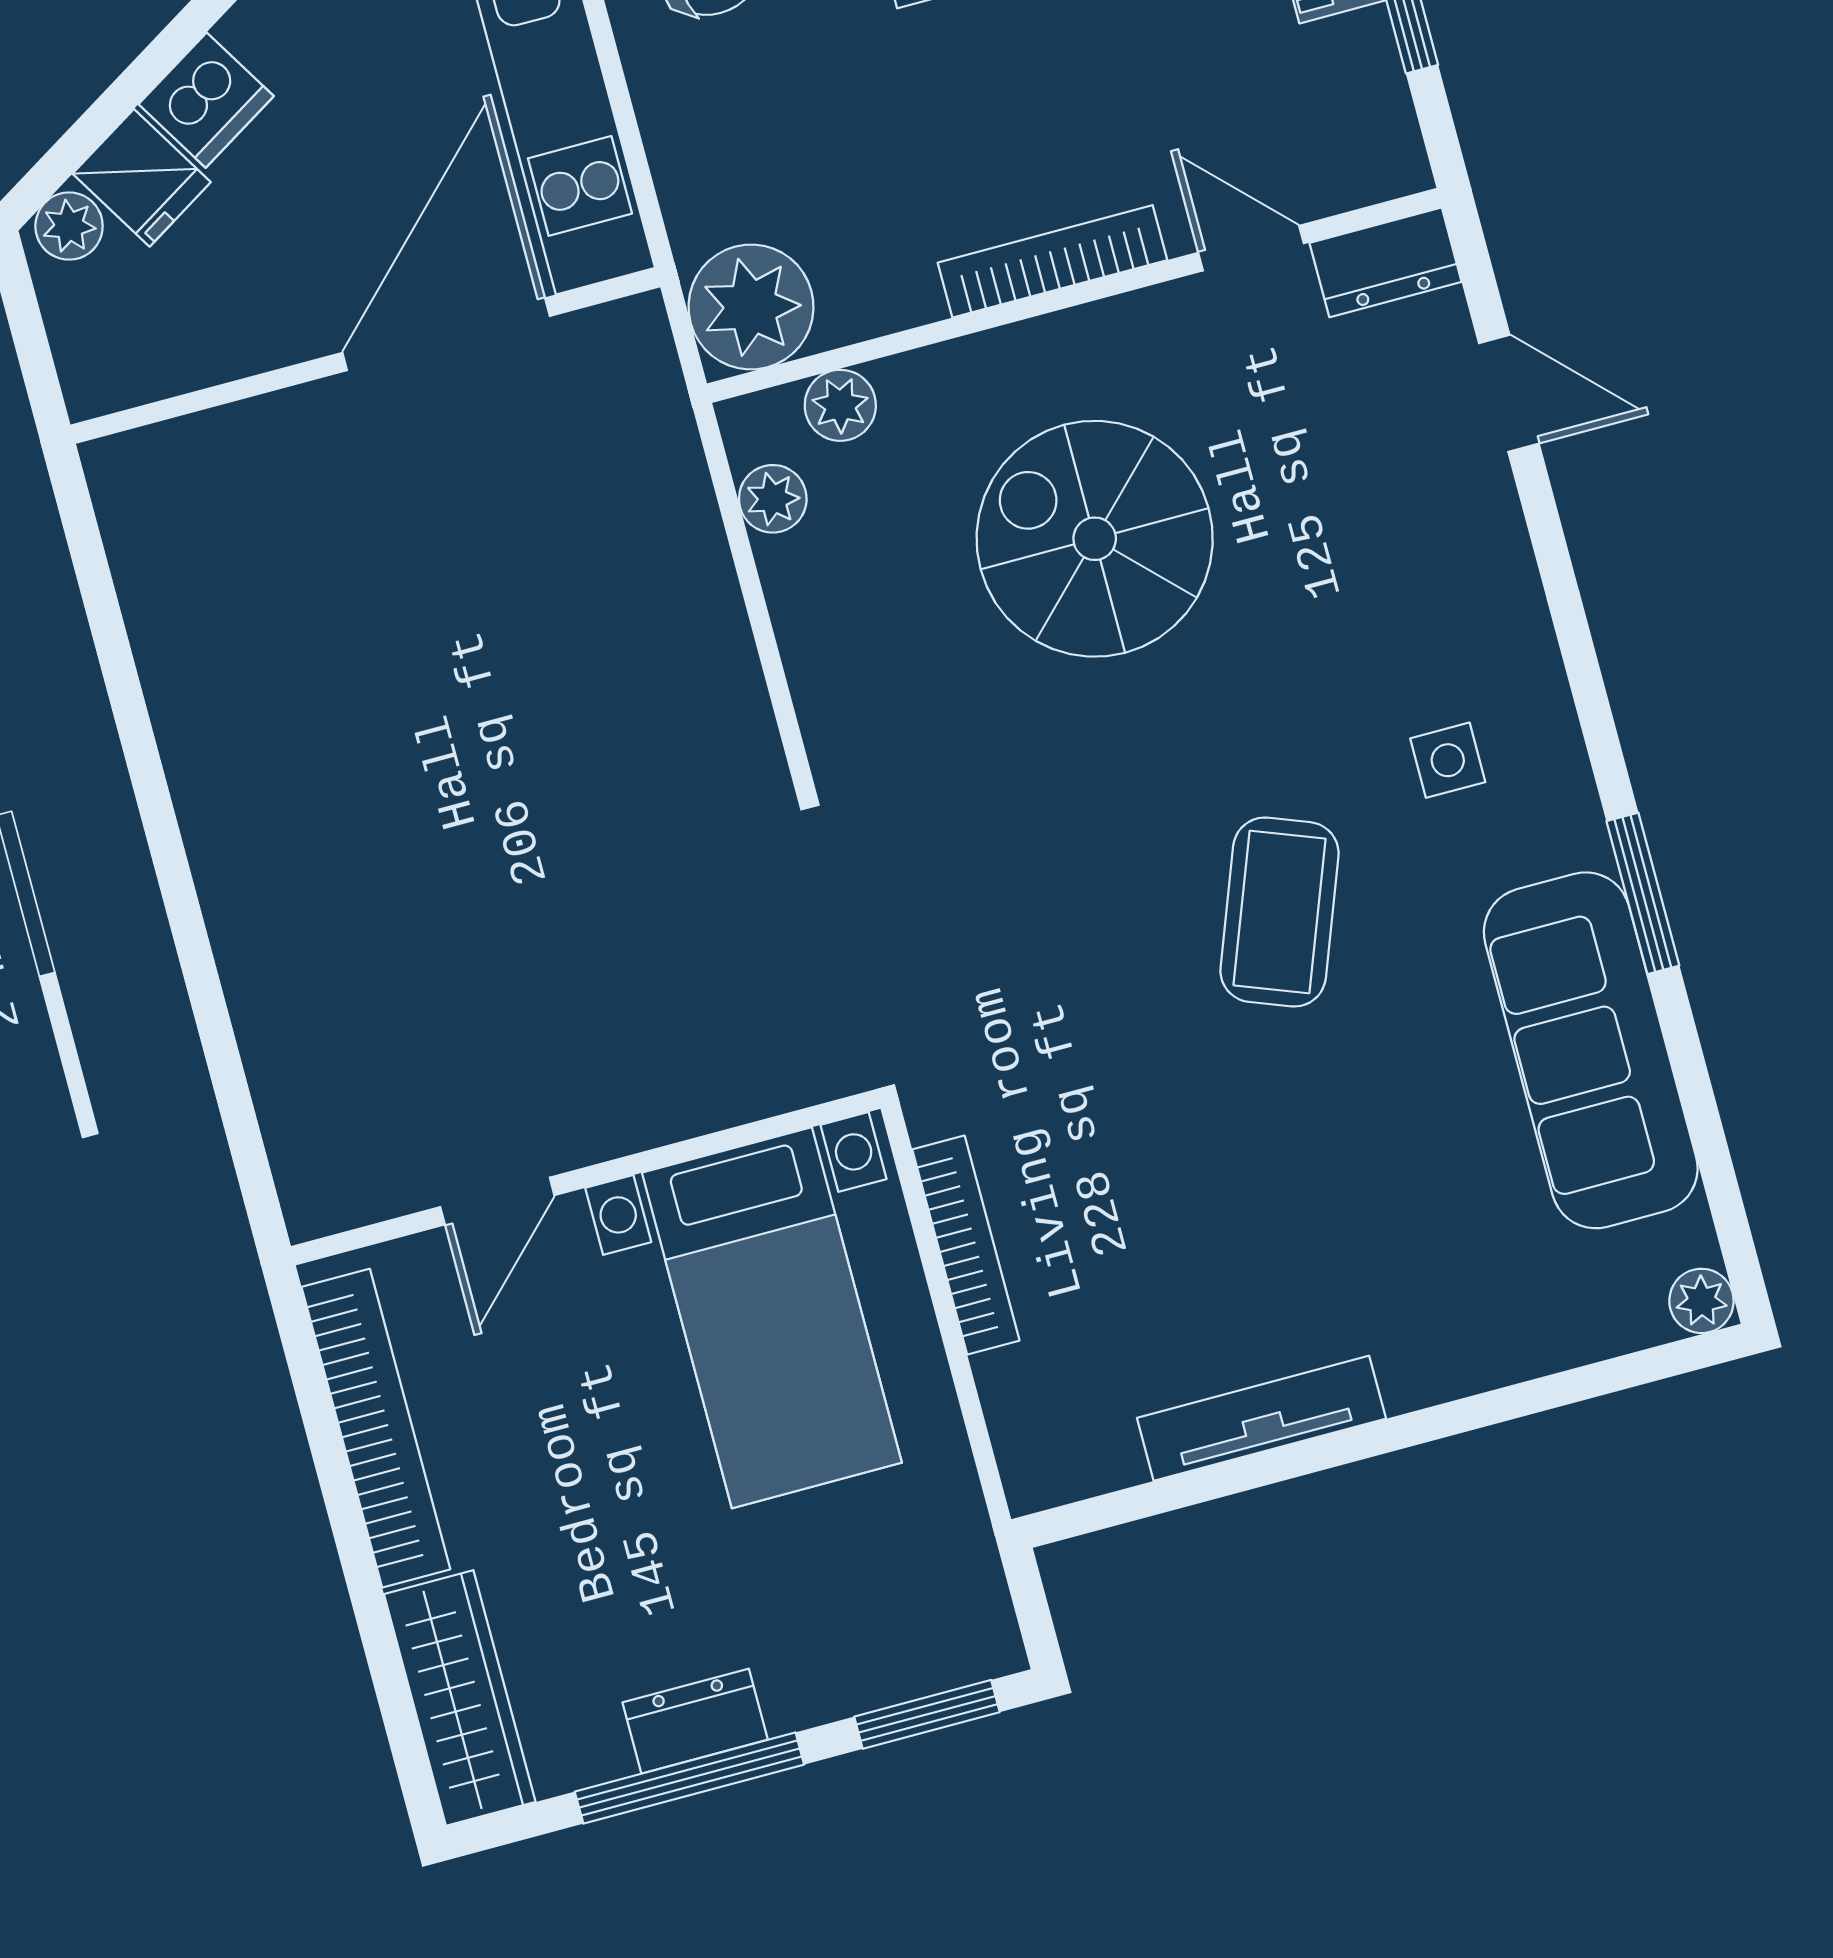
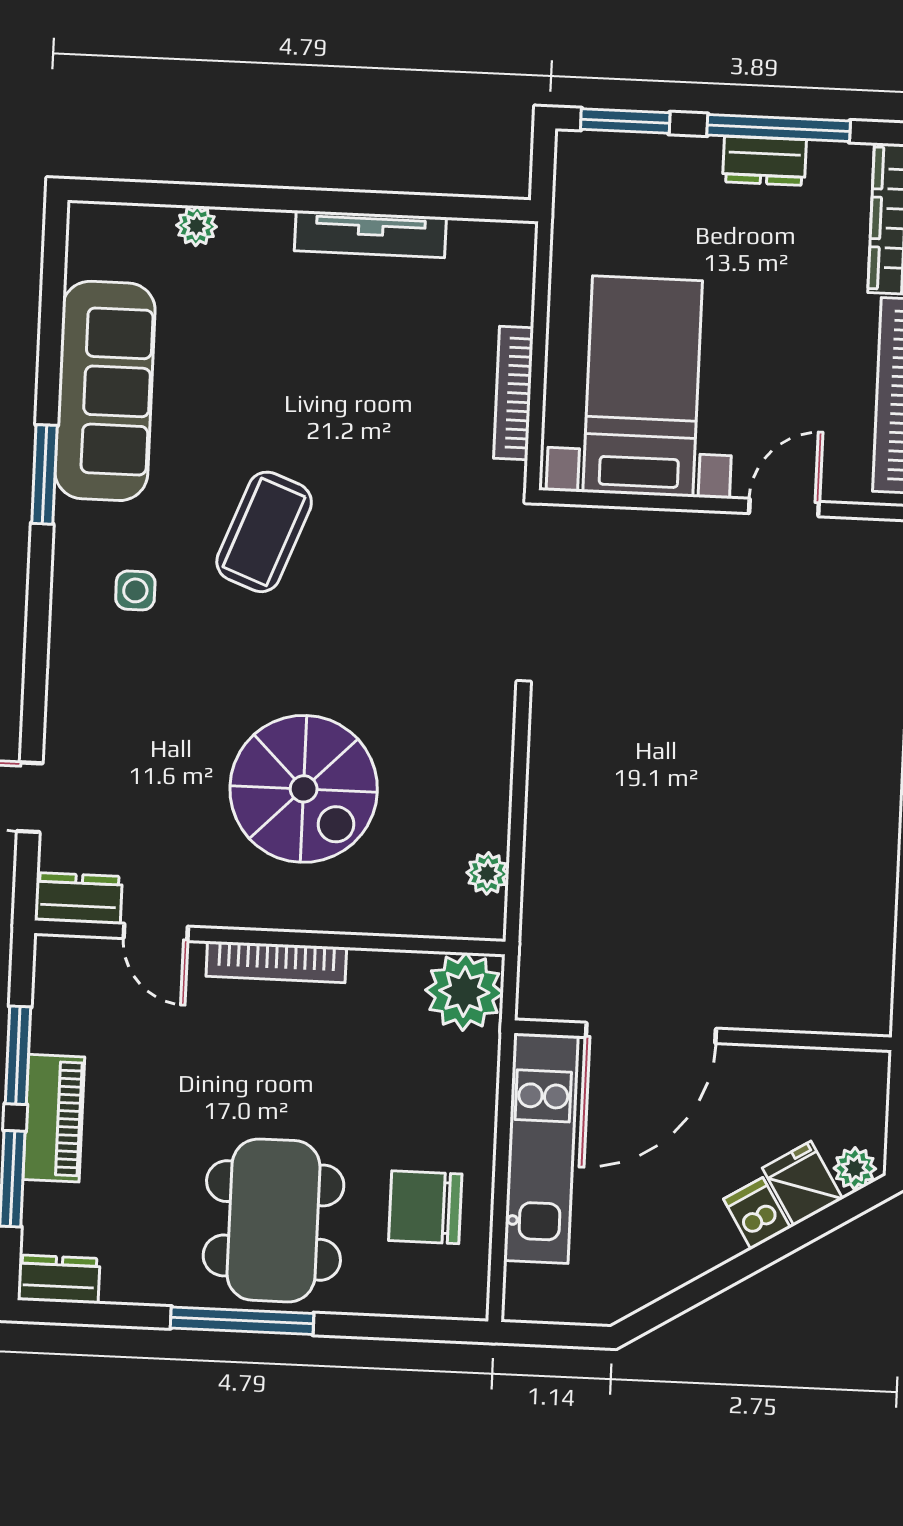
dishwasher: (206, 100) -> (757, 1213), width x0.73
plant: (840, 405) -> (430, 916), removed
plant: (1701, 1301) -> (196, 226), moved

